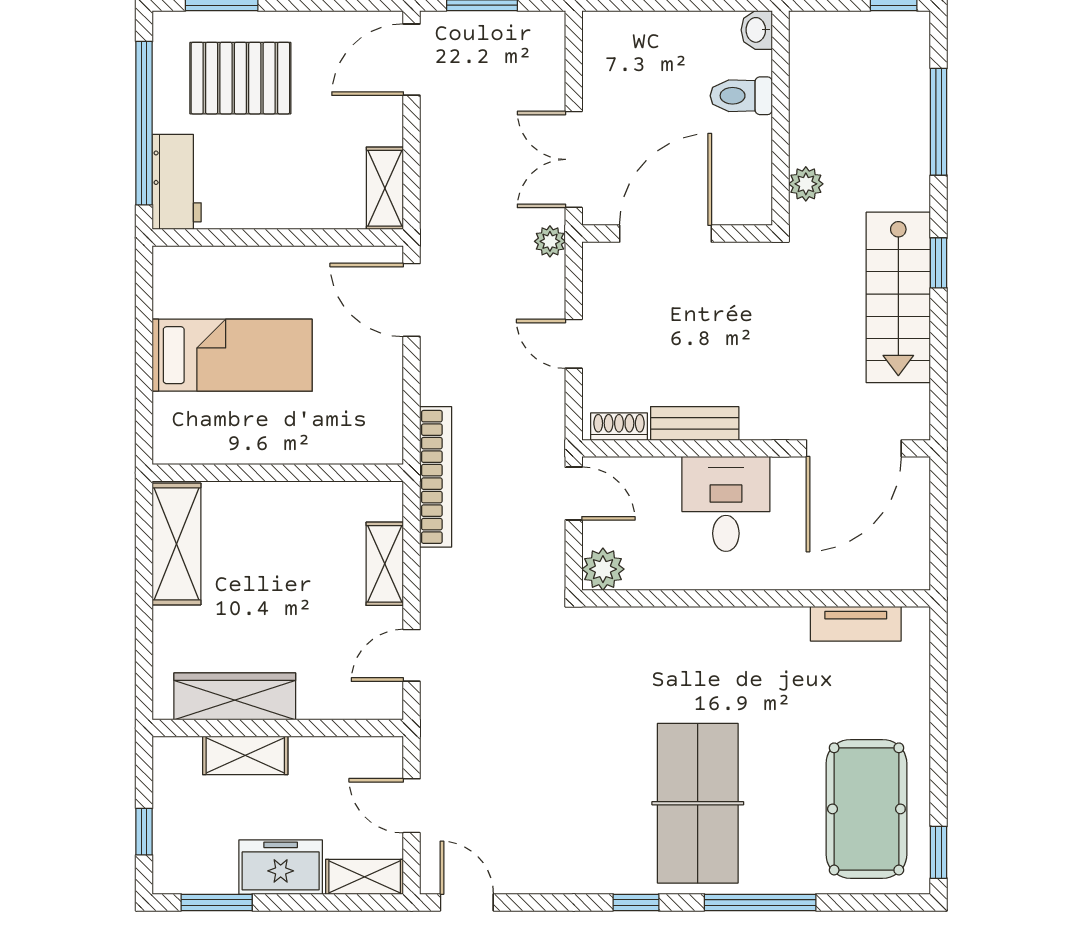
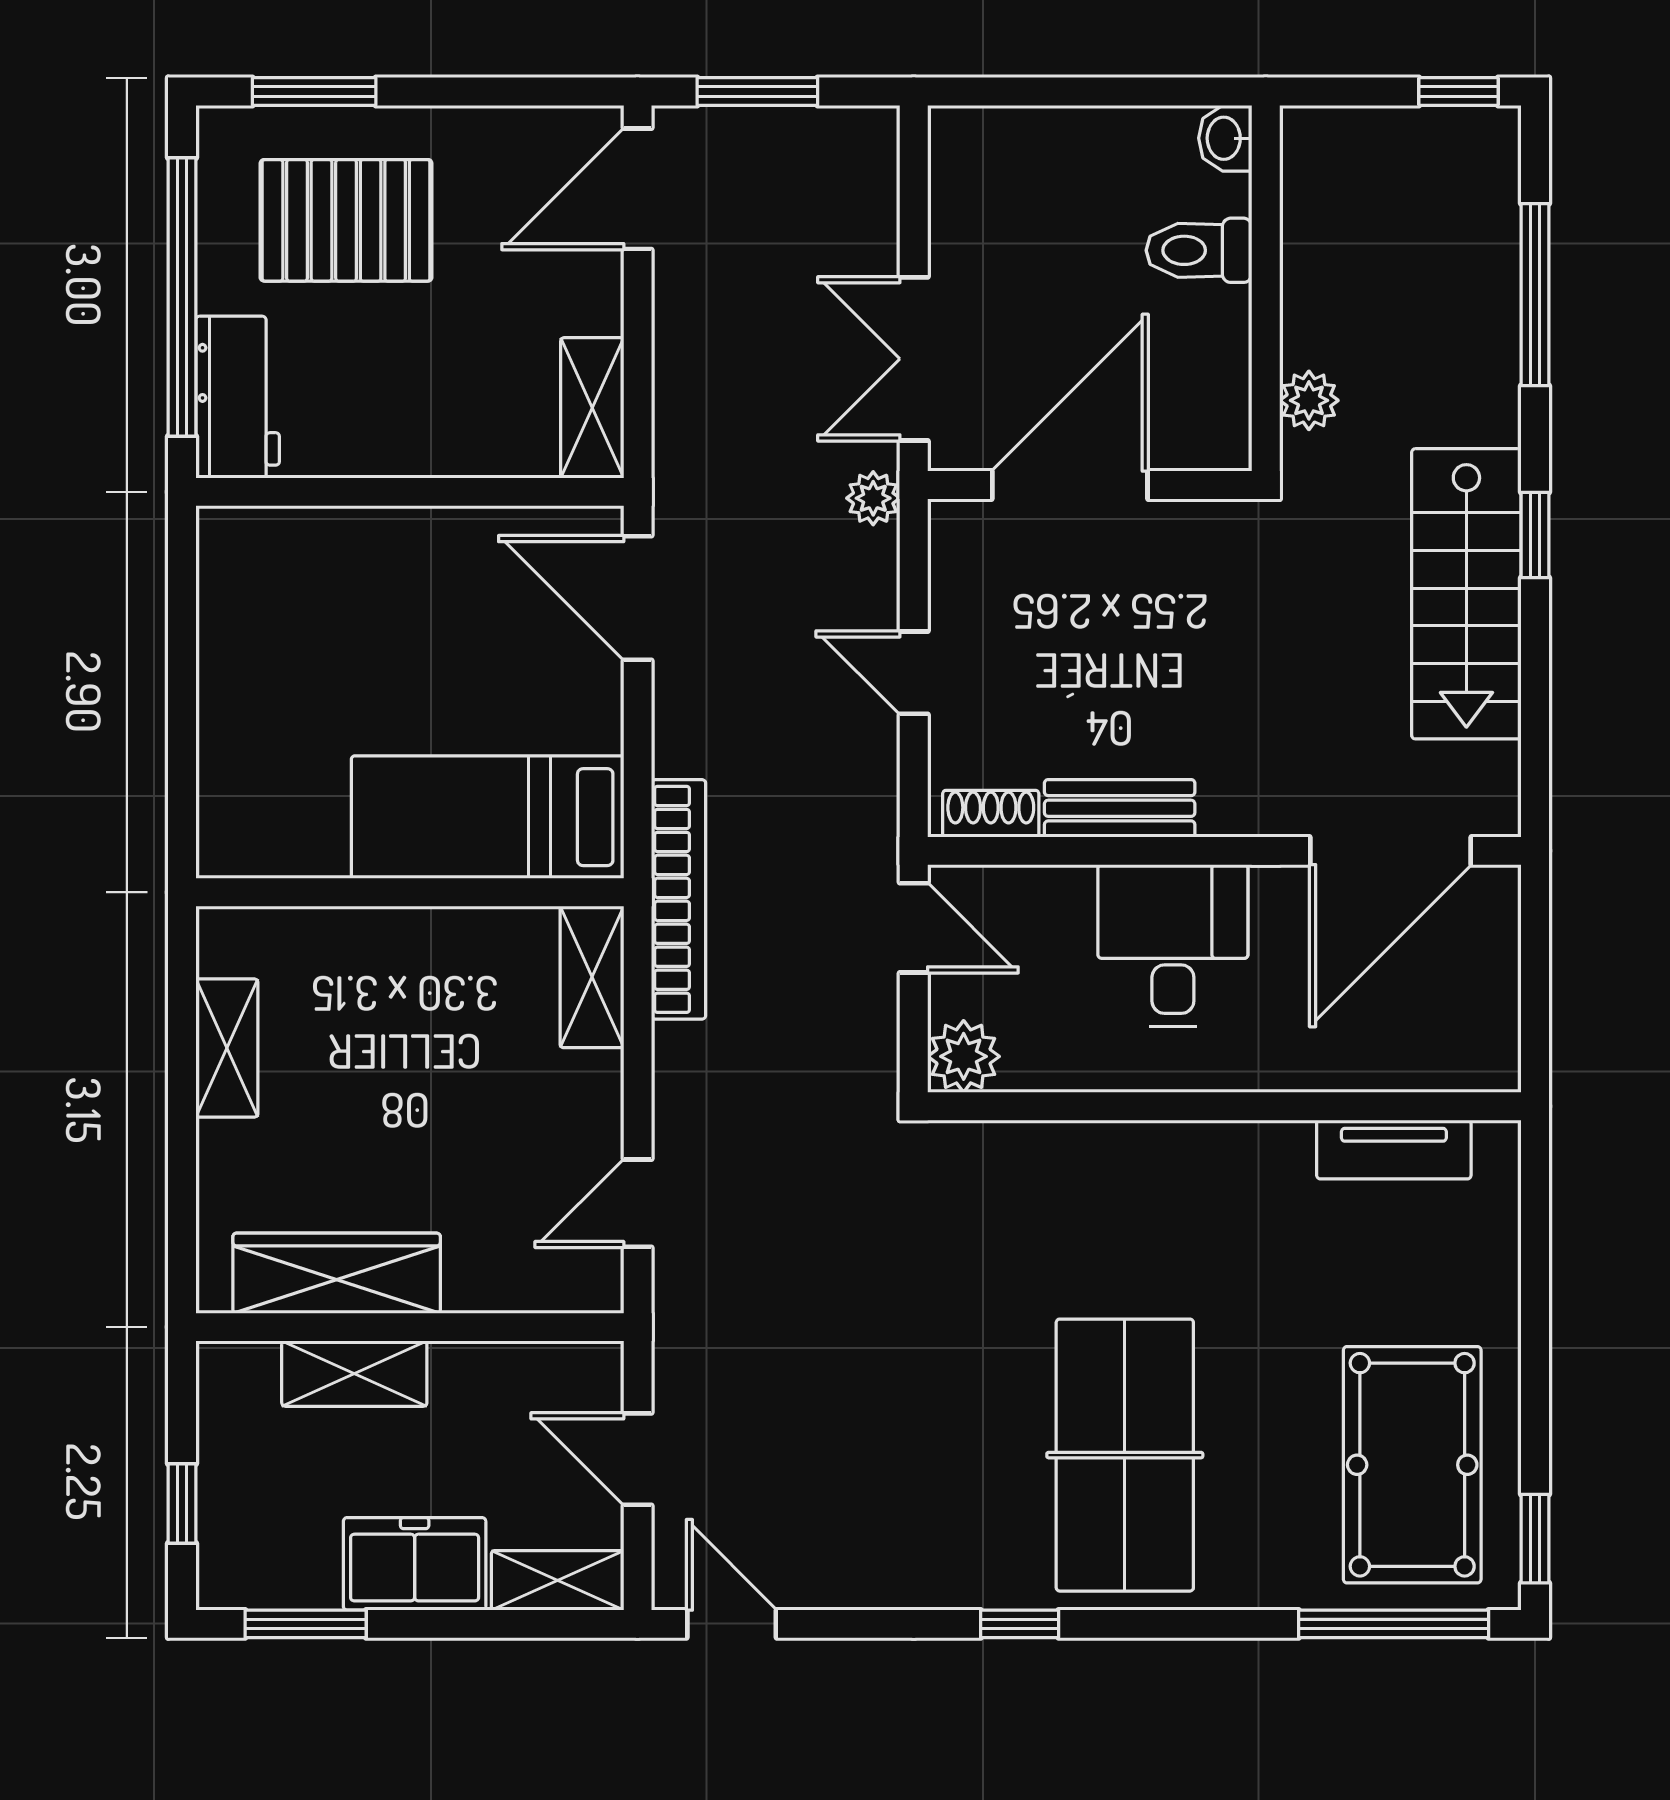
bed: (232, 355) -> (488, 817), moved, turned 180
shelving: (176, 544) -> (227, 1048), width x0.67, depth x0.75
shelving: (385, 564) -> (592, 977), moved
window: (760, 902) -> (1394, 1624), moved

